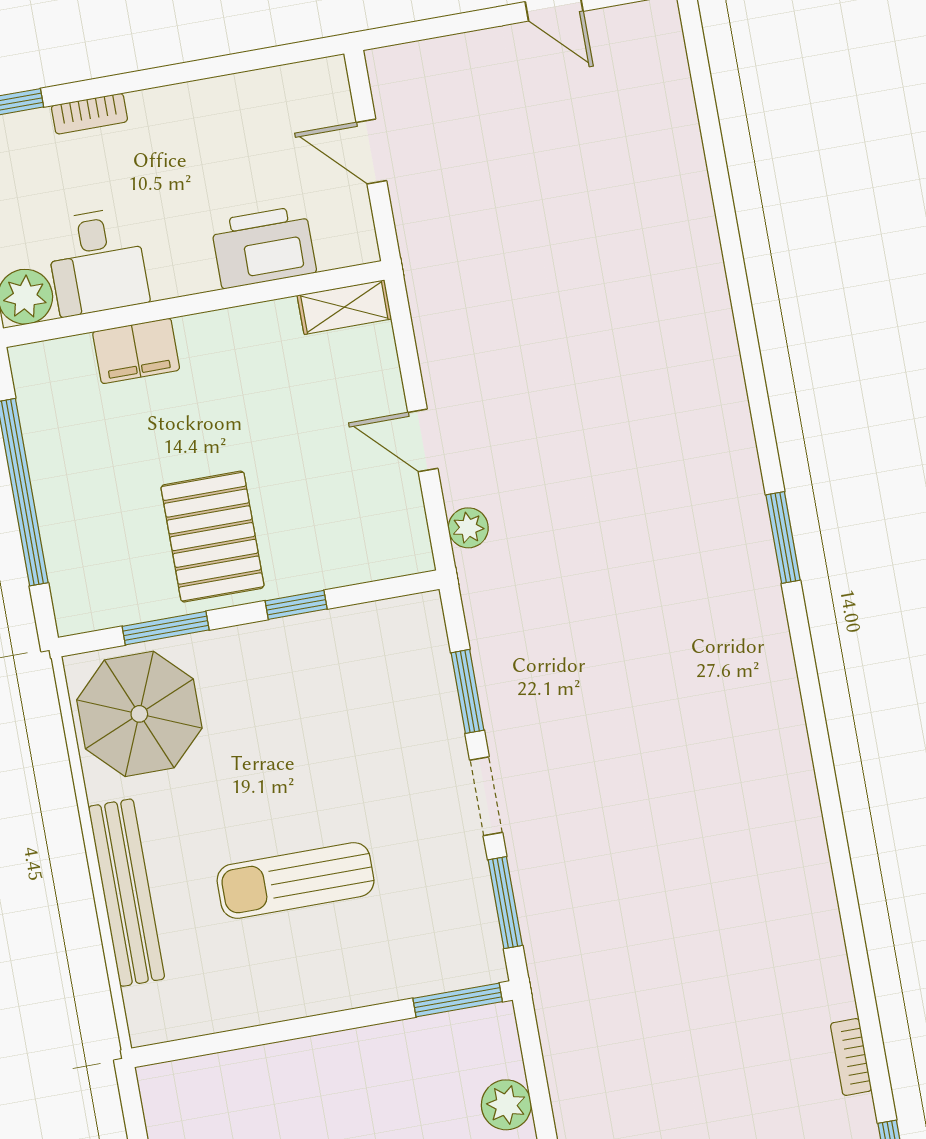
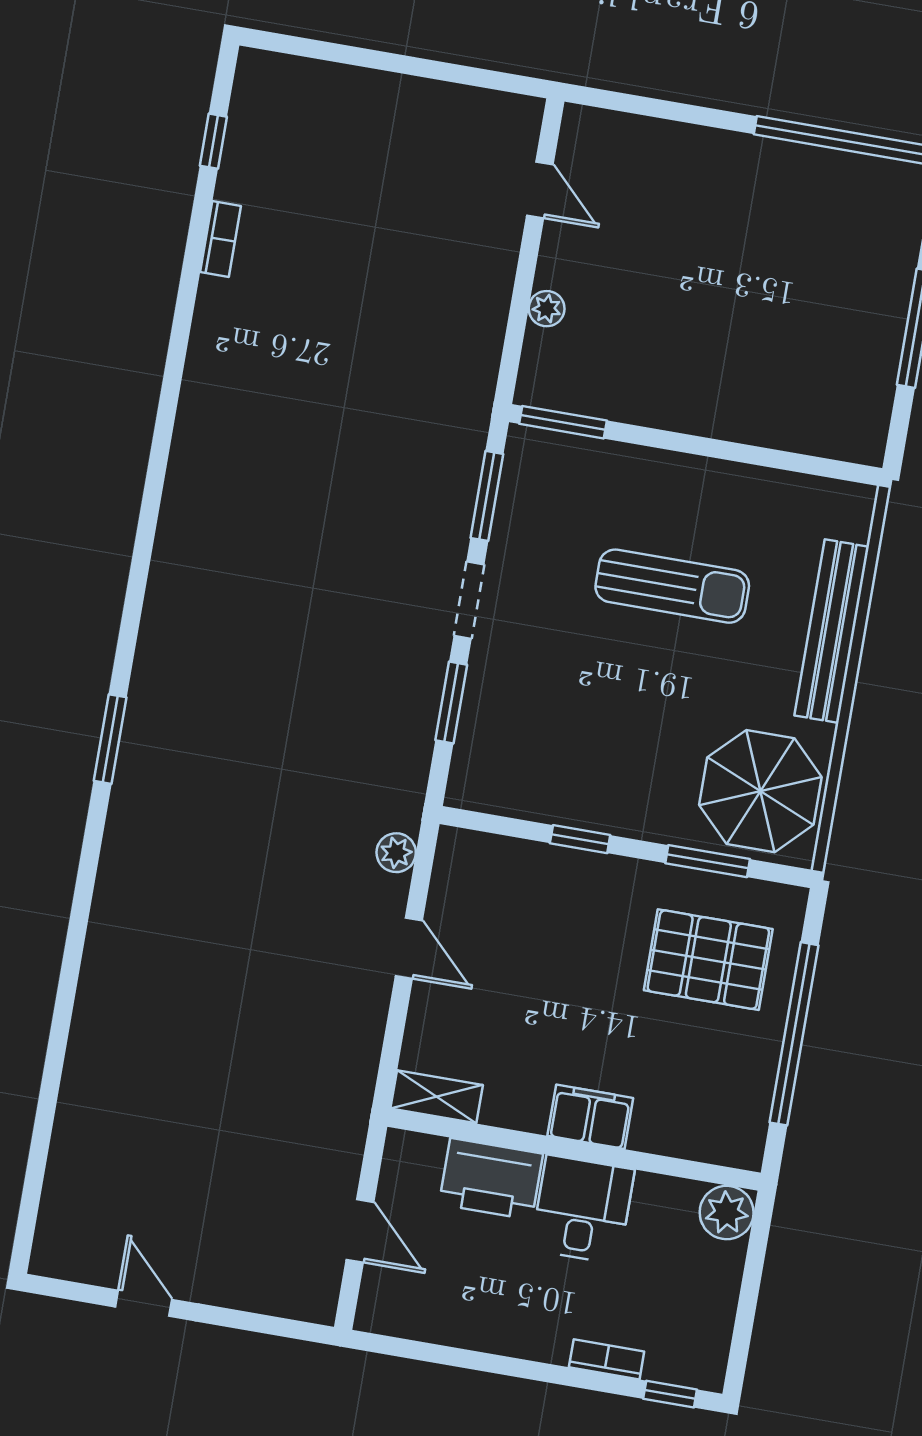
desk: (97, 262) -> (583, 1209), moved
filing cabinet: (136, 351) -> (590, 1117), moved
pallet: (212, 537) -> (708, 960), moved, turned 90
plant: (506, 1105) -> (547, 309), width x0.73, depth x0.73

